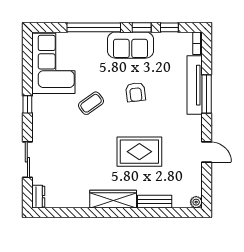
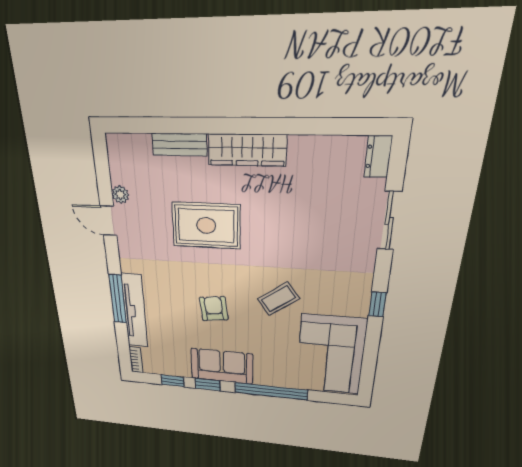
plant: (196, 202) -> (120, 195), moved

